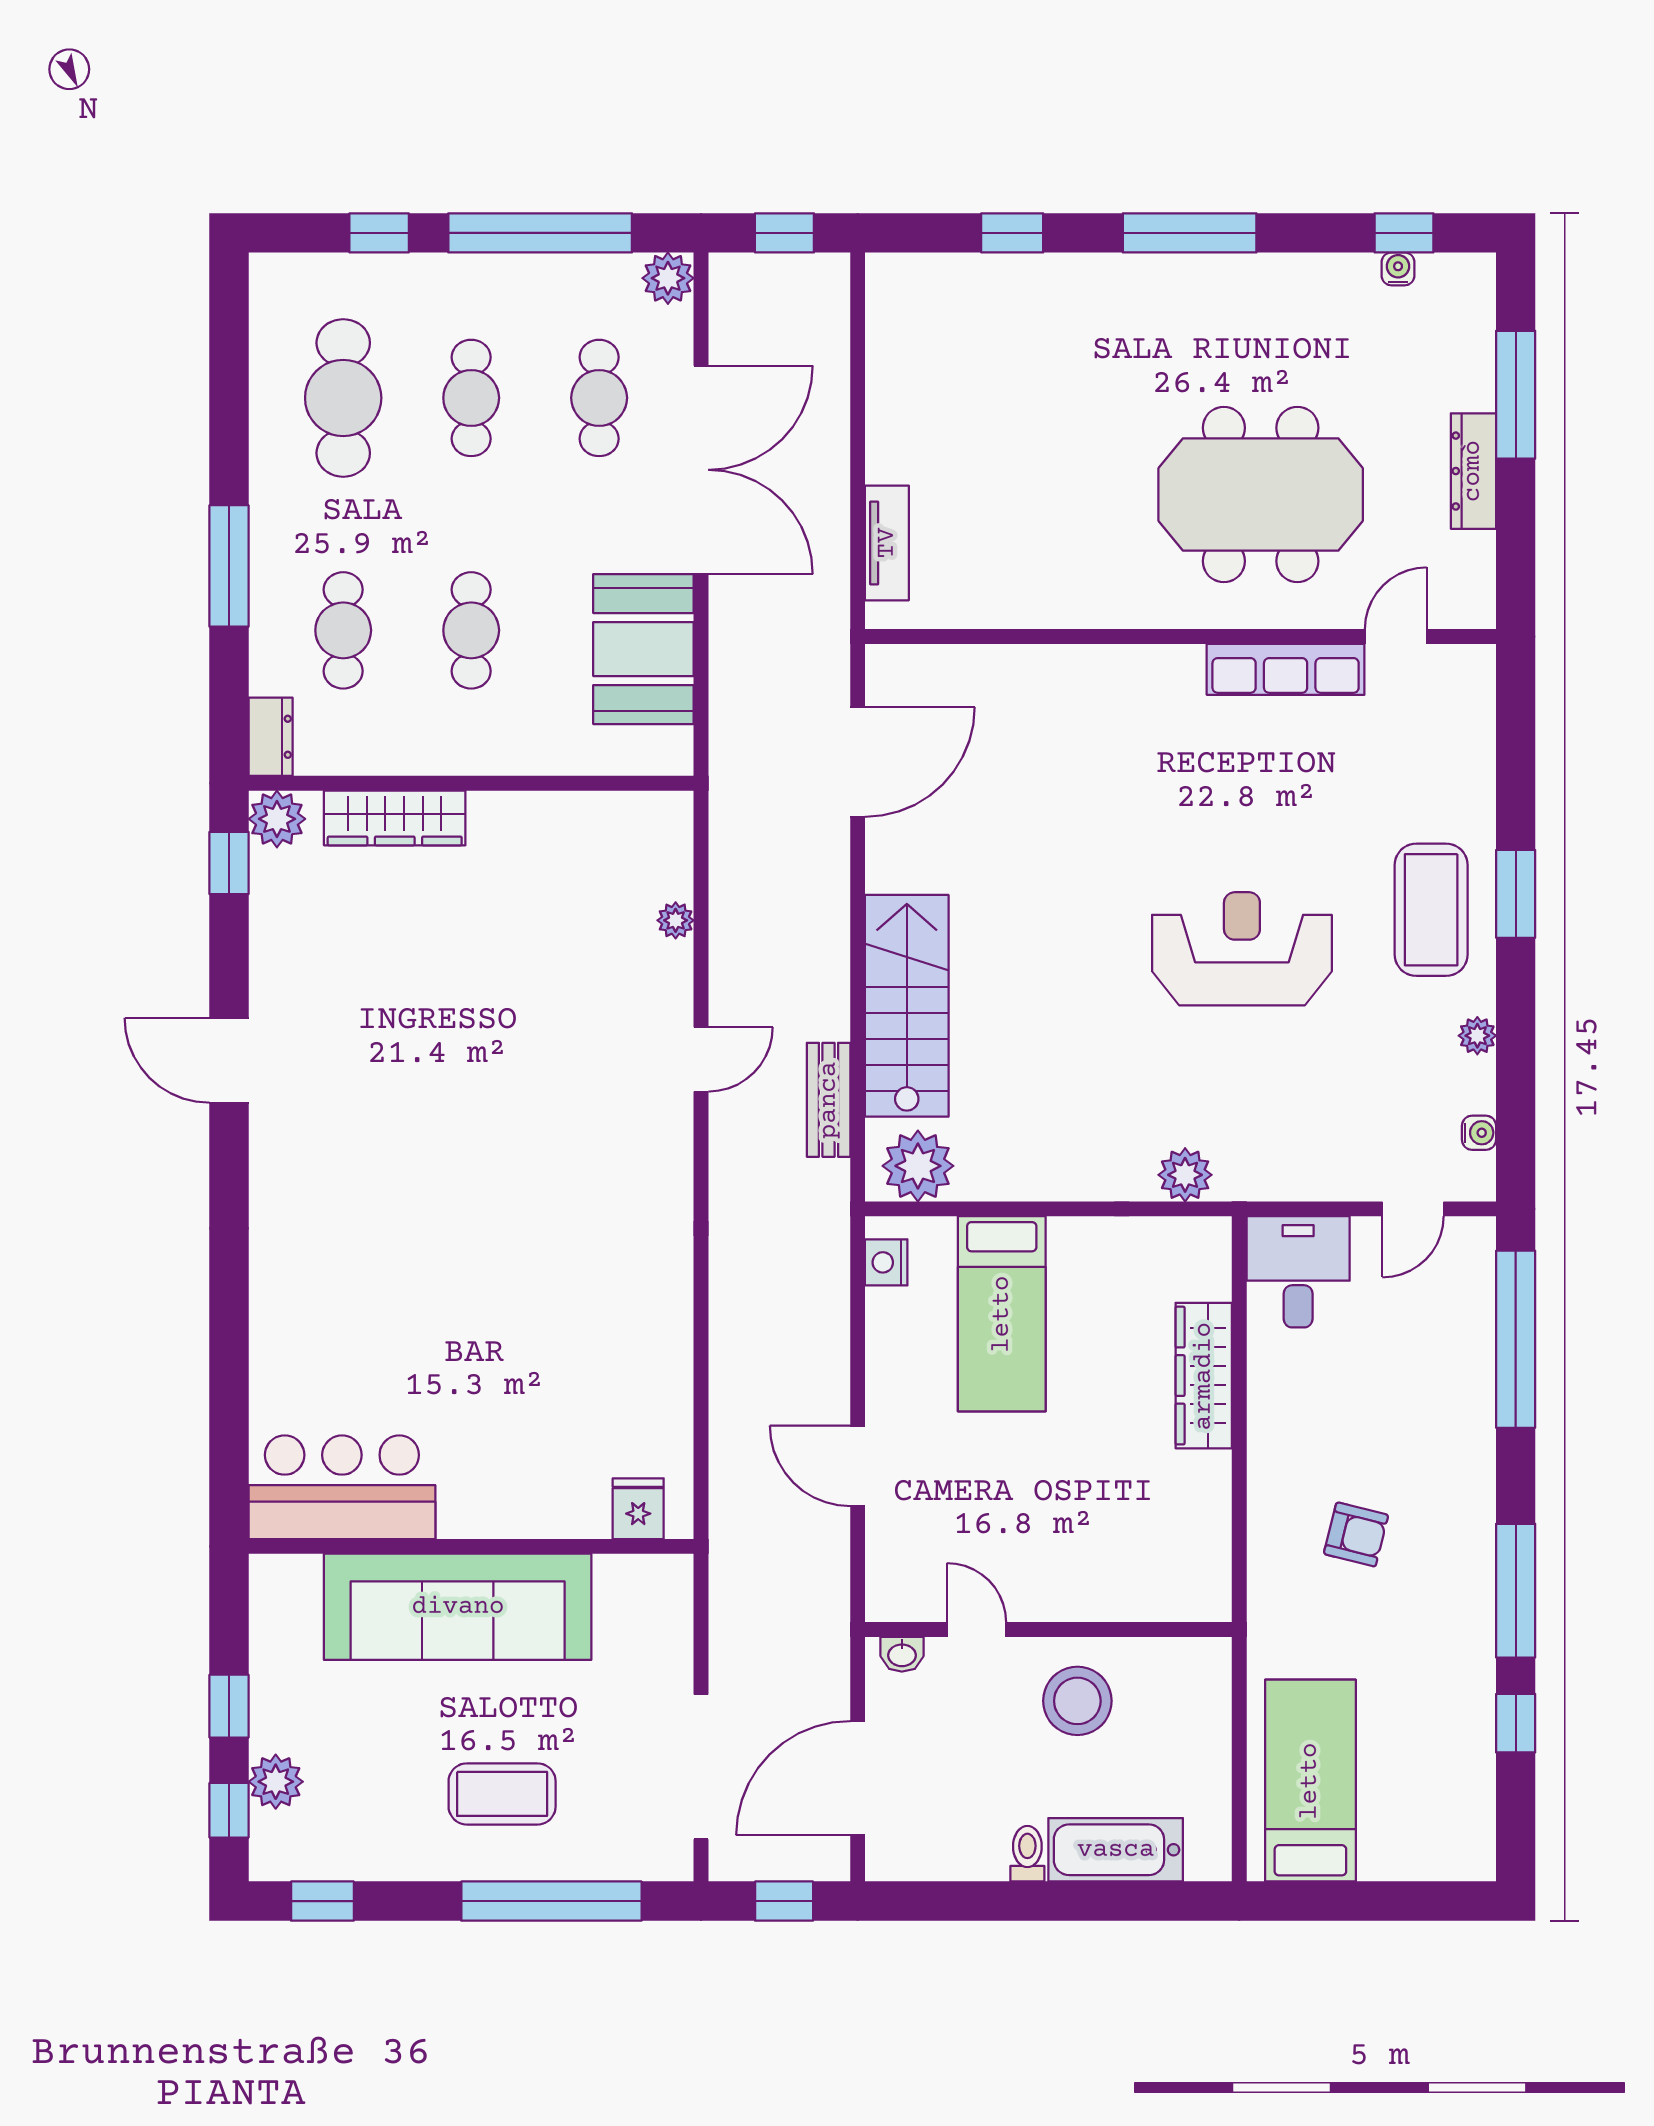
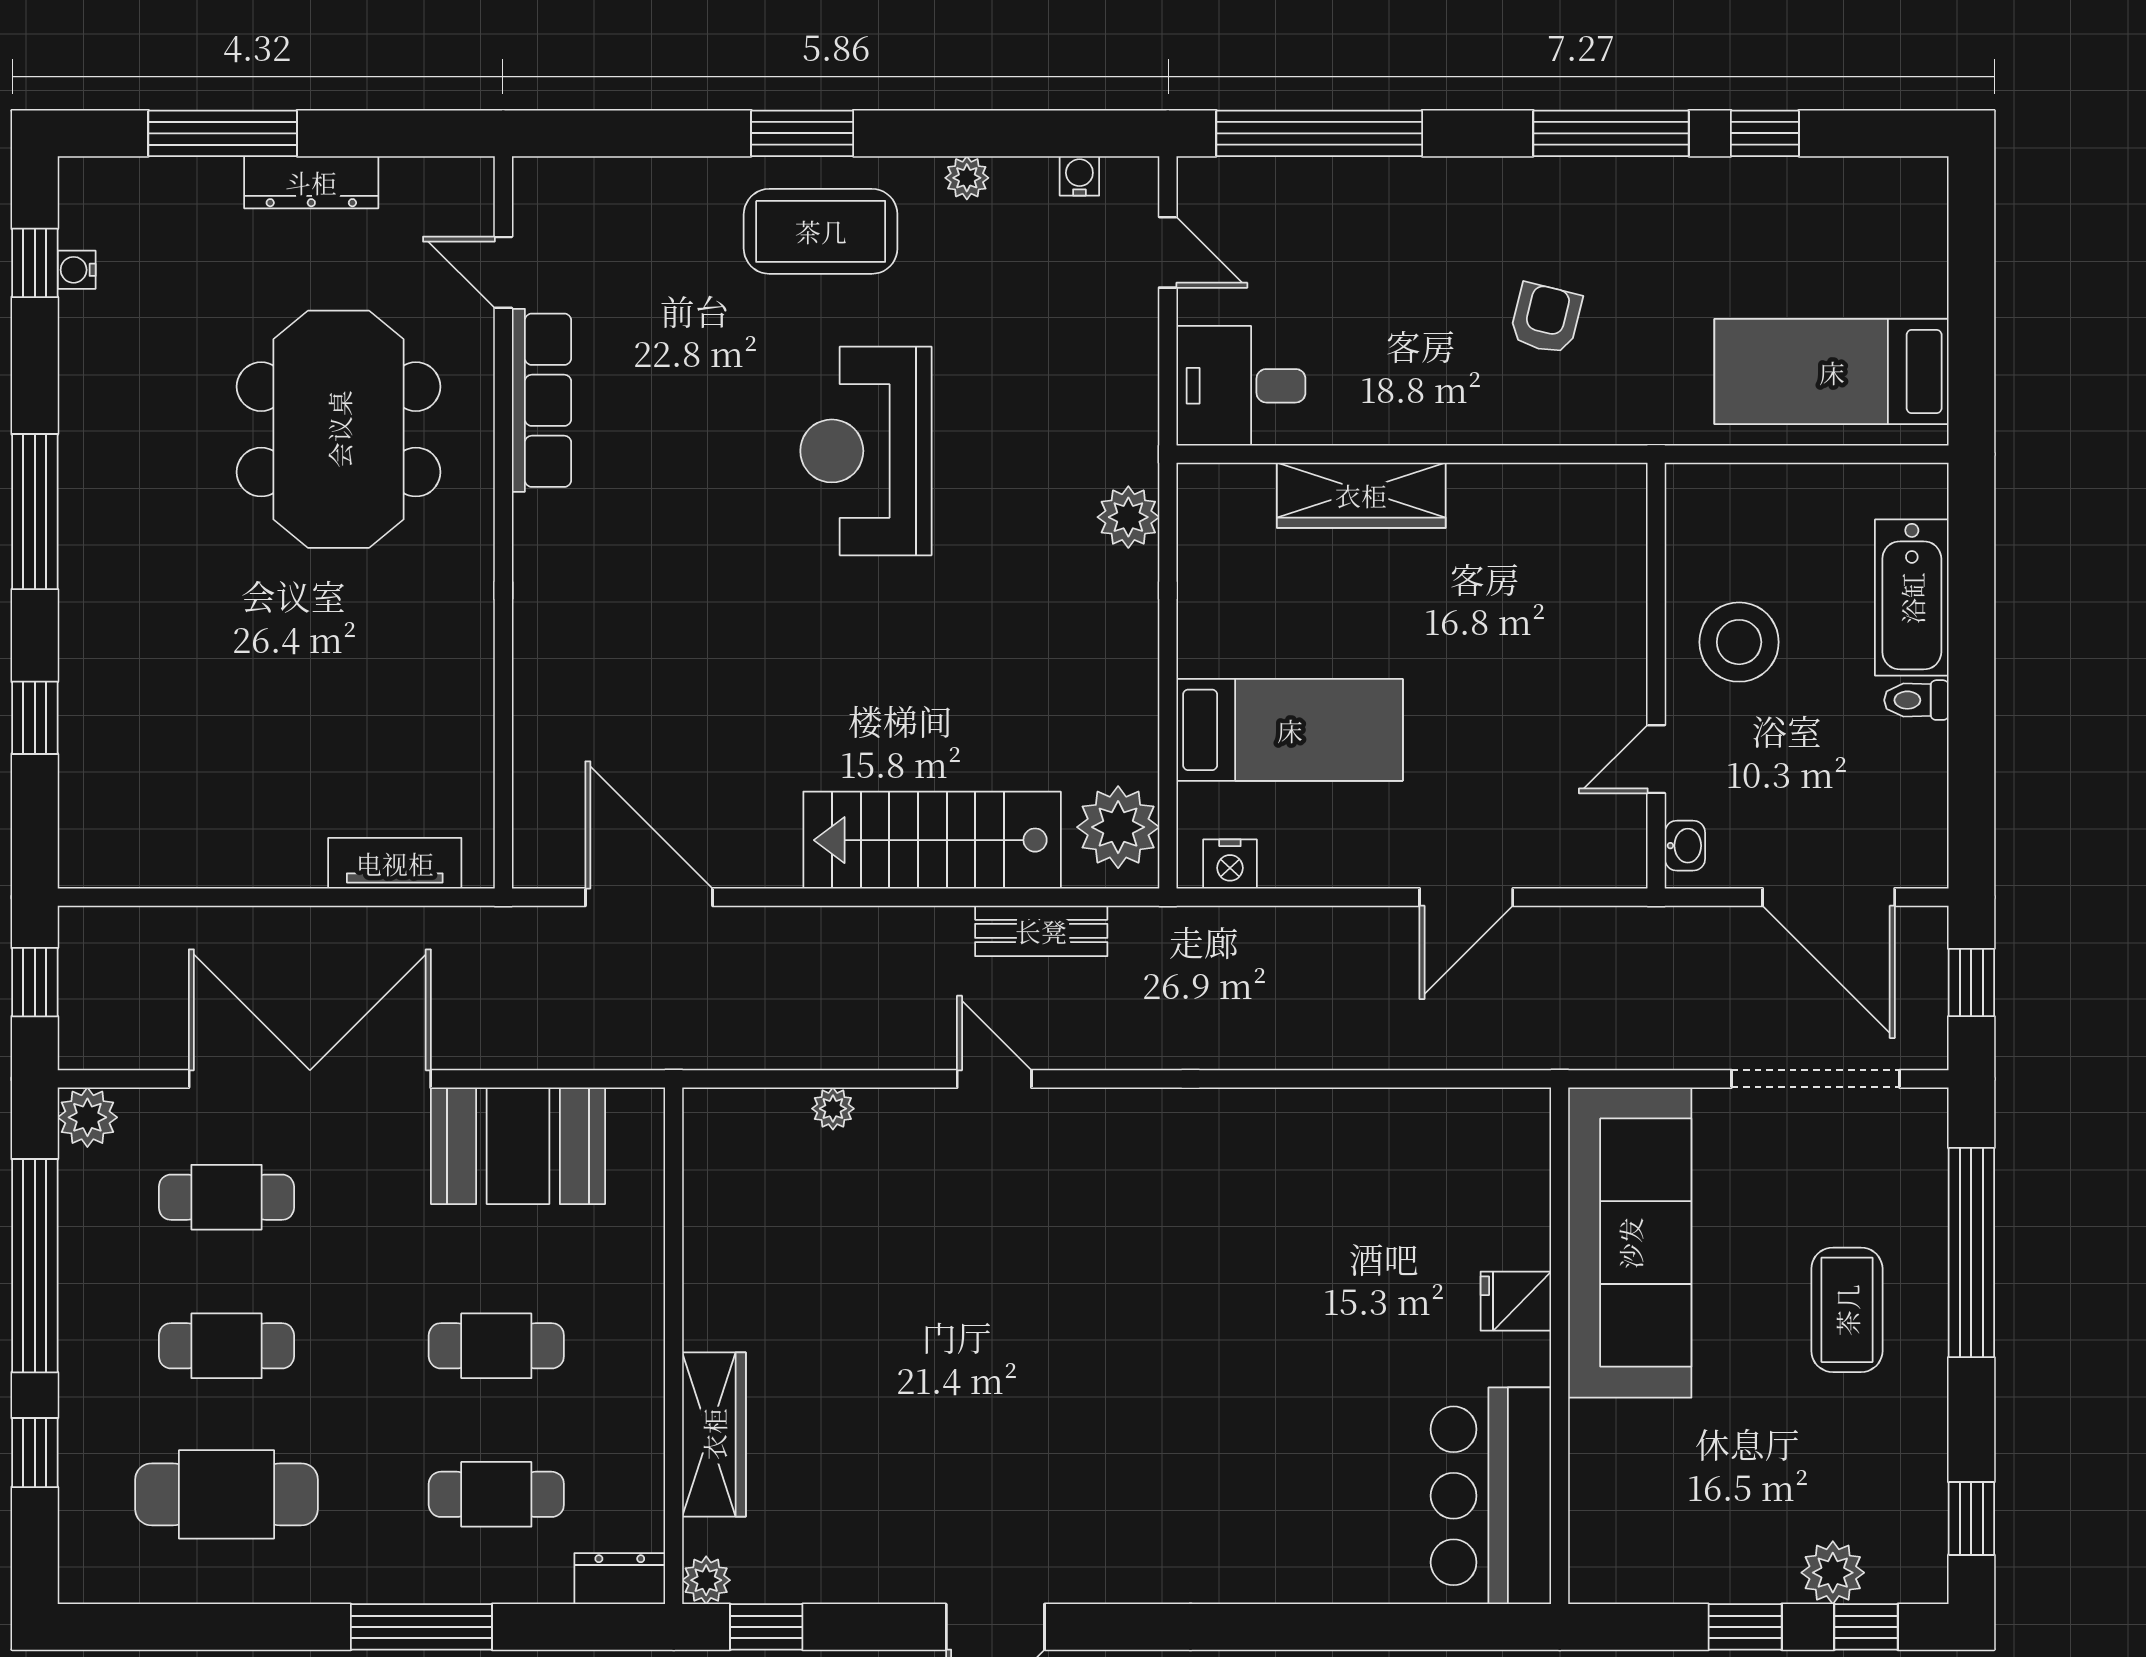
plant: (277, 819) -> (706, 1580), width x0.73, depth x0.73
fridge: (638, 1509) -> (1516, 1301), moved
sofa: (458, 1607) -> (1630, 1243), moved

